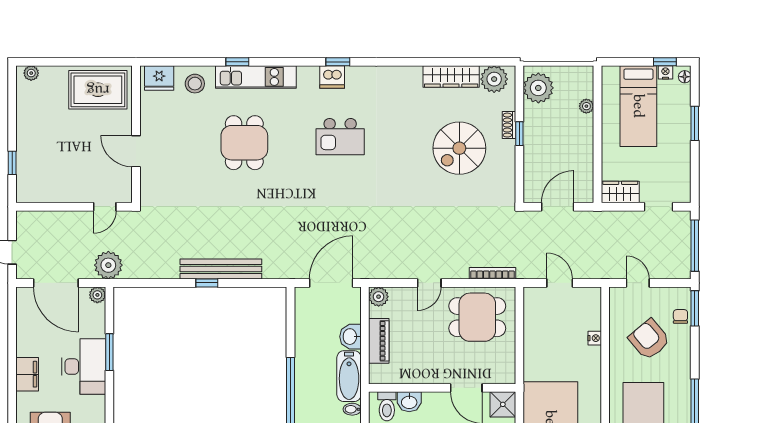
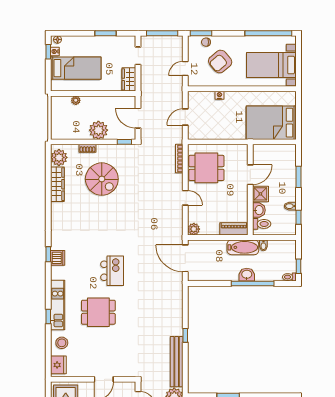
plant: (538, 88) -> (98, 130), moved
window: (695, 123) -> (105, 33), moved
window: (519, 134) -> (124, 142), moved
kitchen island: (340, 137) -> (112, 271), moved
bench: (221, 269) -> (177, 362), moved
dining table: (477, 317) -> (206, 168), turned 90
washbasin: (350, 337) -> (247, 275), moved, turned 180
piano: (379, 341) -> (234, 229), moved
shower: (503, 404) -> (260, 194), moved

